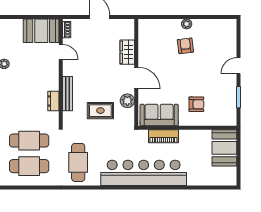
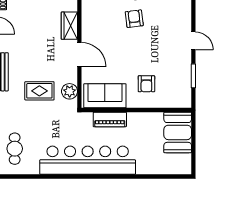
door: (239, 66) -> (193, 41), swing flipped
plant: (127, 101) -> (70, 91), moved
armchair: (196, 104) -> (146, 84), turned 90
cafe table: (78, 162) -> (15, 149), width x0.73, depth x0.74

